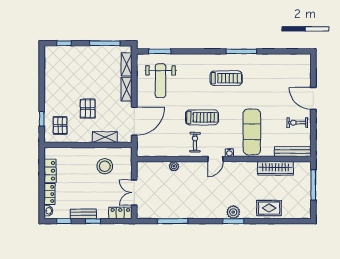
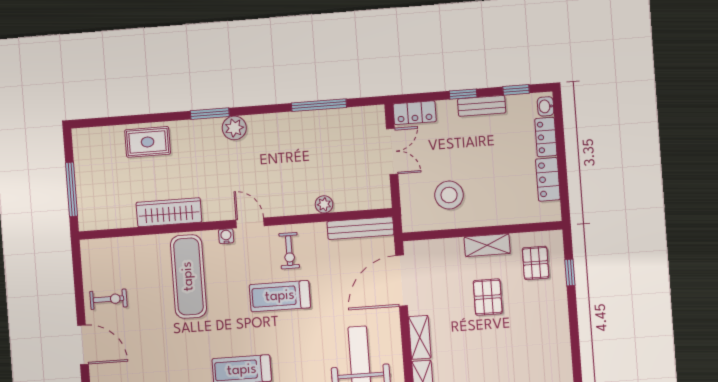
shelving: (105, 137) -> (487, 245), moved
bench: (293, 152) -> (360, 228), moved
door: (215, 159) -> (250, 223), hinge flipped
wardrobe: (275, 168) -> (169, 212), moved
plant: (233, 212) -> (234, 128), moved

